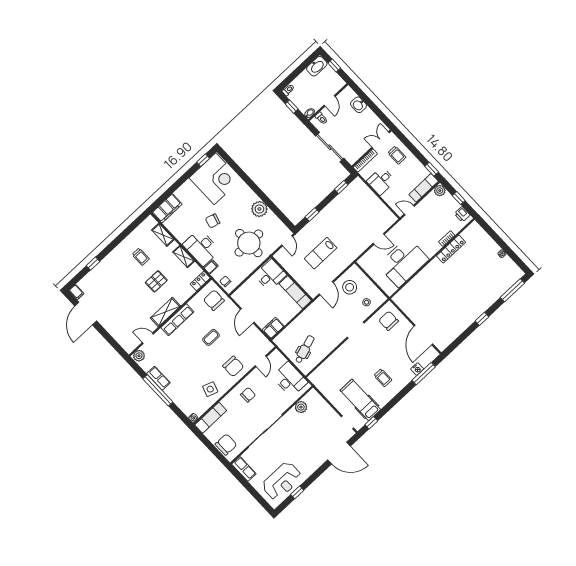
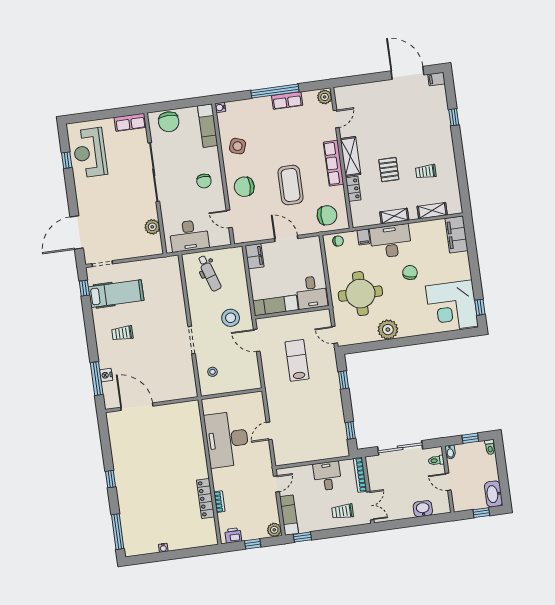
locker: (200, 281) -> (353, 189), moved
stool: (350, 287) -> (231, 318), moved
chair: (389, 321) -> (177, 381), removed
coffee table: (211, 337) -> (291, 185), width x1.86, depth x1.72

